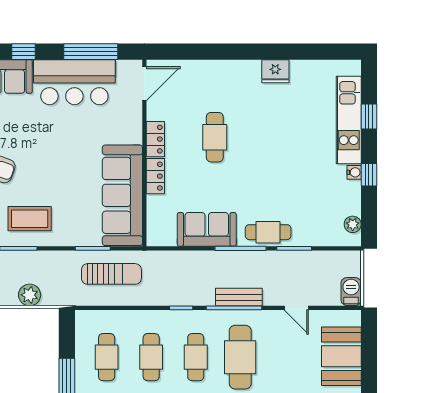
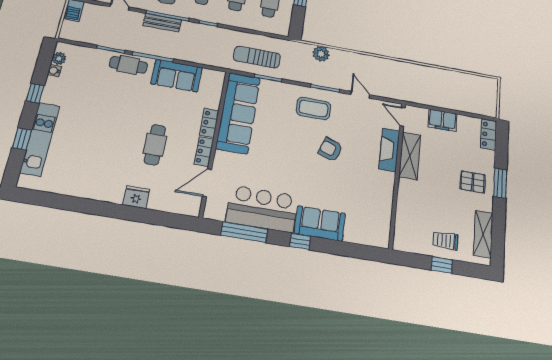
fridge: (275, 71) -> (136, 197), moved
door: (144, 84) -> (207, 183), moved
water cooler: (354, 172) -> (54, 71), moved

